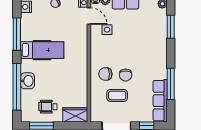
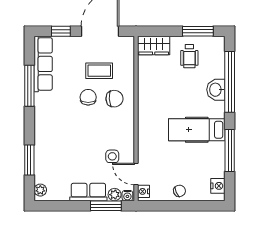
wheelchair: (48, 107) -> (189, 56), turned 90

